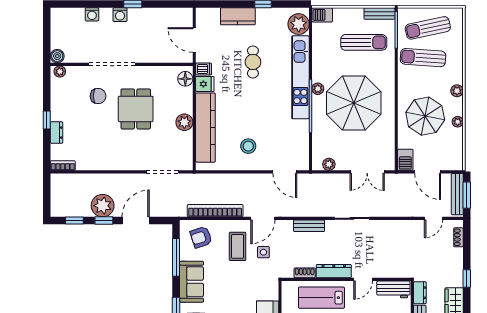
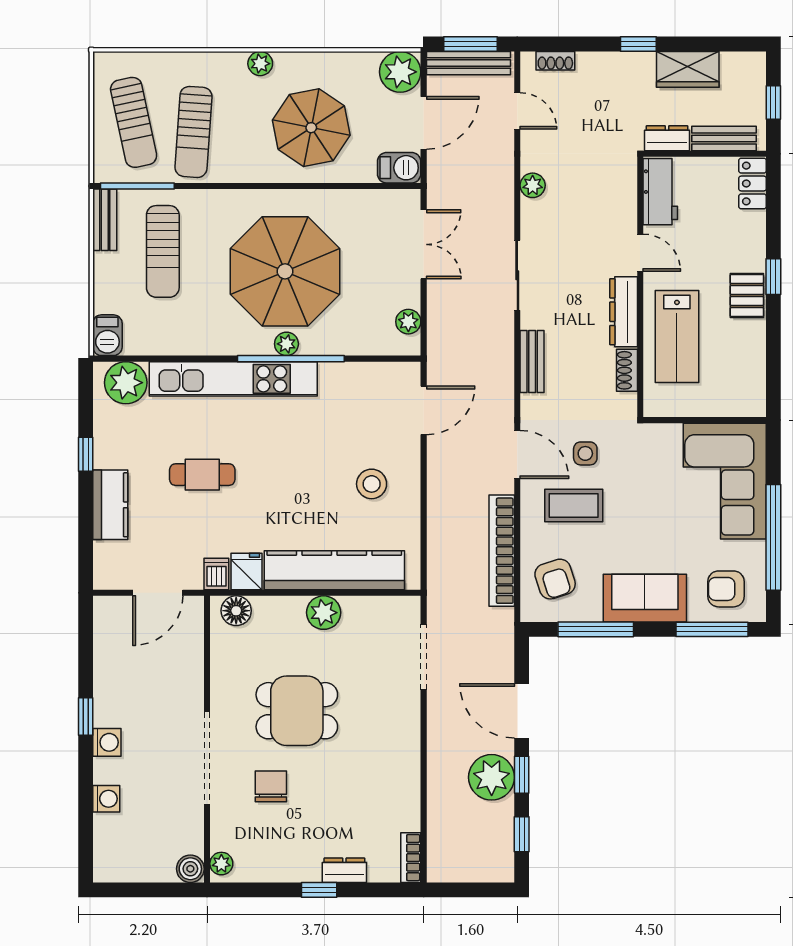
sun lounger: (364, 42) -> (163, 251), turned 180
plant: (318, 89) -> (286, 344), moved
plant: (458, 122) -> (400, 72), moved, width x1.88, depth x1.88
plant: (397, 226) -> (533, 185), added

